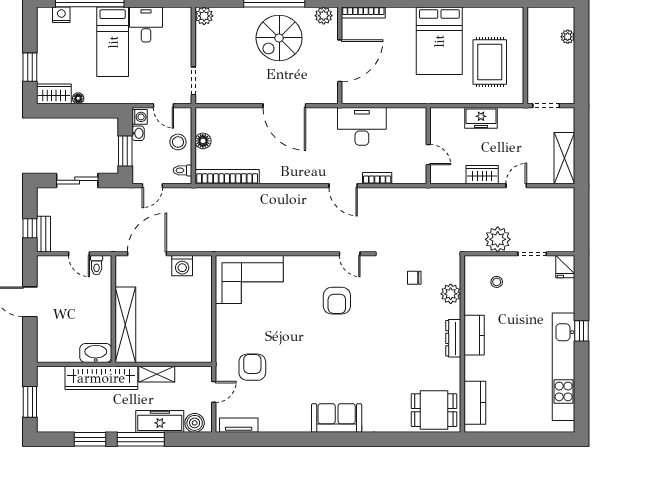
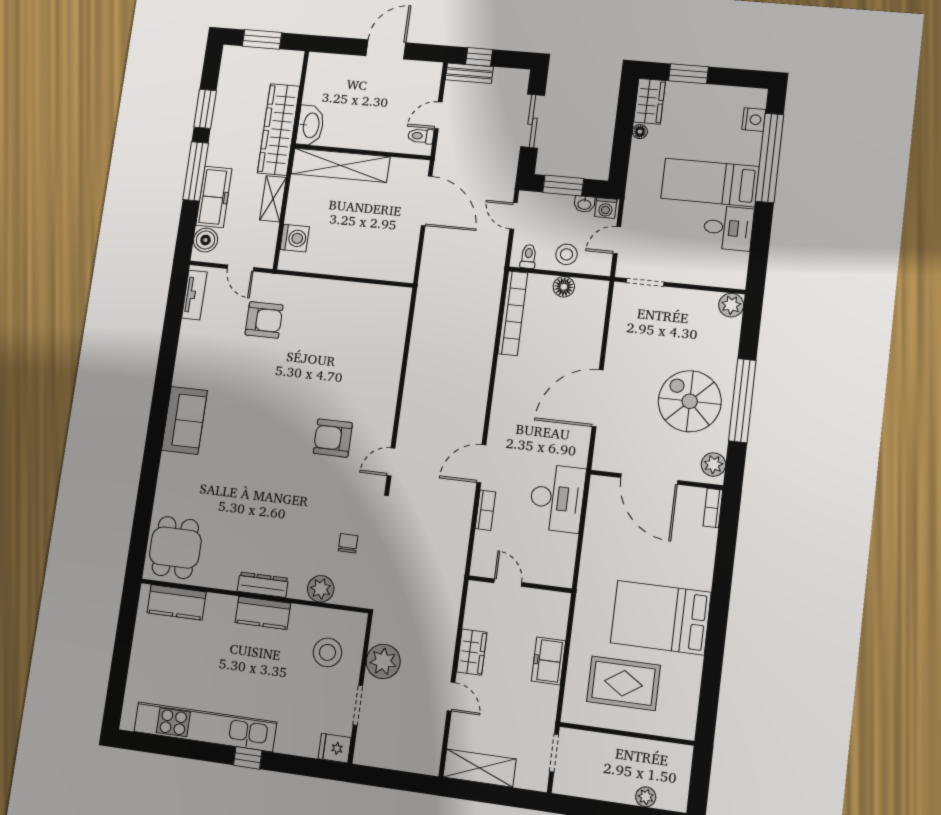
bookcase: (363, 12) -> (713, 508), width x0.64
door: (428, 155) -> (508, 583), swing flipped
washing machine: (182, 266) -> (295, 238), moved, turned 180
corner sofa: (249, 280) -> (376, 328), removed
stool: (497, 282) -> (327, 652), width x1.89, depth x1.89

